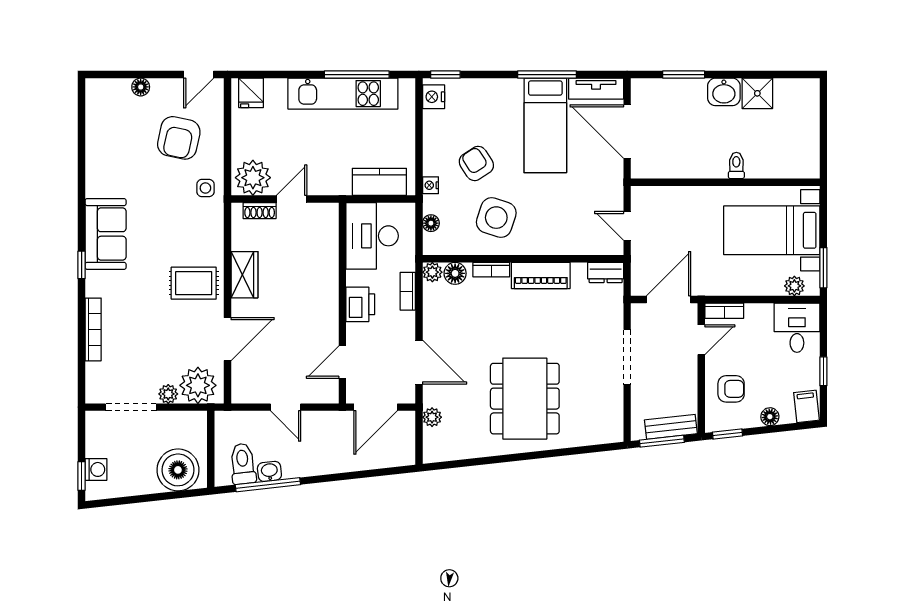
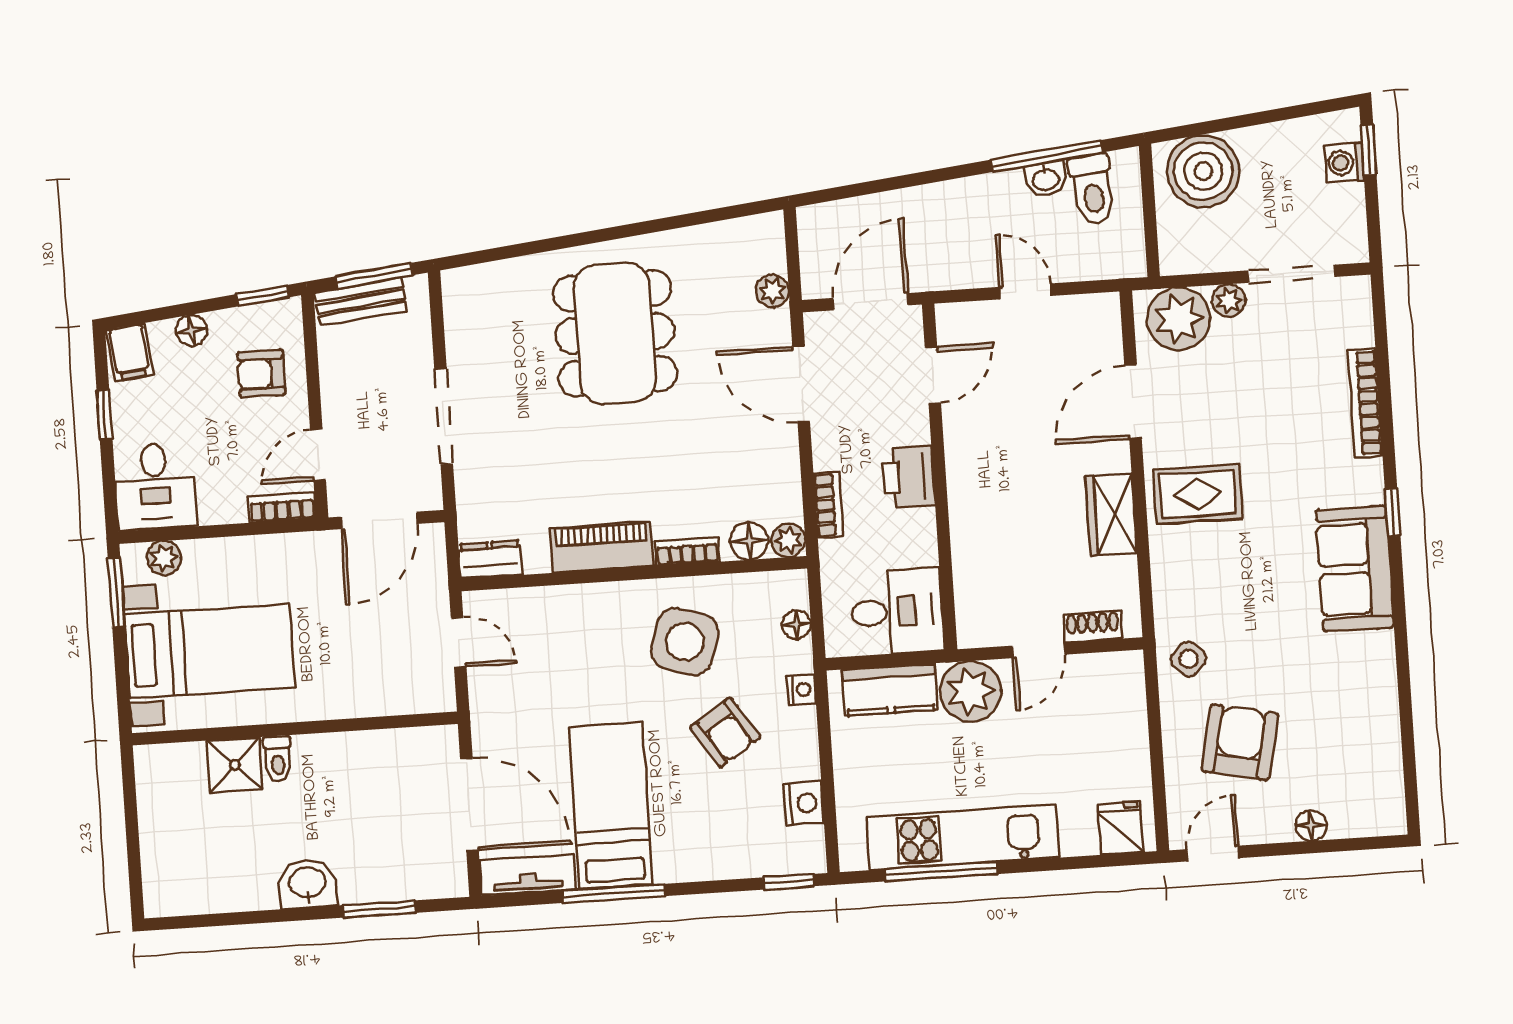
shower: (757, 93) -> (235, 765), moved
nightstand: (434, 97) -> (804, 803), moved
plant: (253, 178) -> (971, 691), moved
side table: (205, 188) -> (1188, 659), turned 45
desk: (372, 236) -> (897, 611), width x0.73

